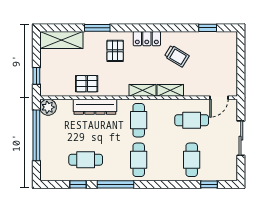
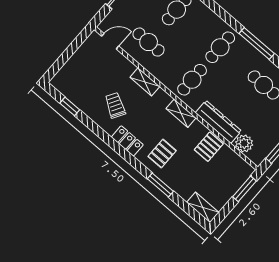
shelving: (61, 40) -> (203, 207), width x0.67, depth x0.75
window: (36, 76) -> (244, 189), width x1.50
pallet: (87, 84) -> (209, 147), turned 90
shelving: (143, 90) -> (181, 113), moved
plant: (48, 107) -> (244, 143), moved

